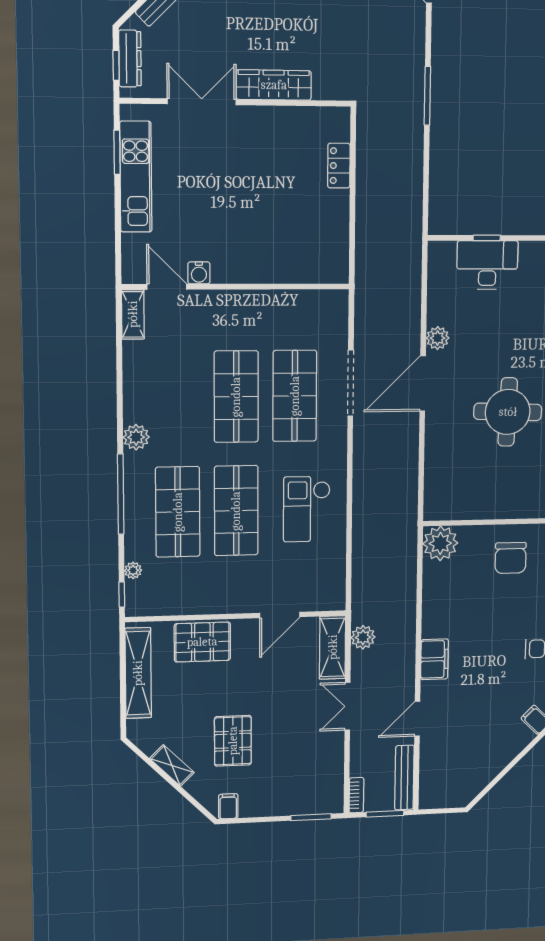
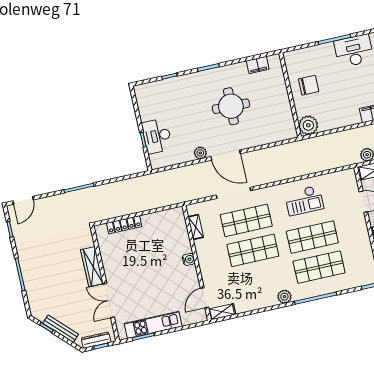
locker: (339, 166) -> (124, 225), width x1.53
water cooler: (199, 273) -> (189, 259), moved
shelving: (304, 300) -> (196, 227), added
plant: (133, 570) -> (354, 283), removed

